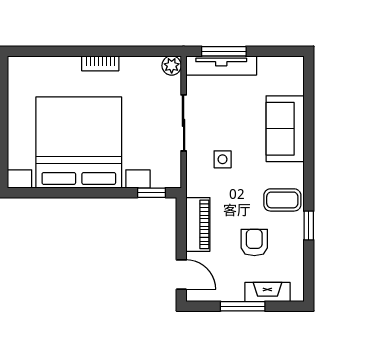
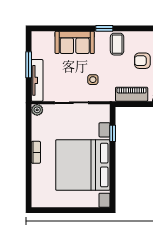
window: (224, 51) -> (29, 65), moved
window: (152, 193) -> (113, 133), moved
window: (309, 225) -> (104, 28), moved

